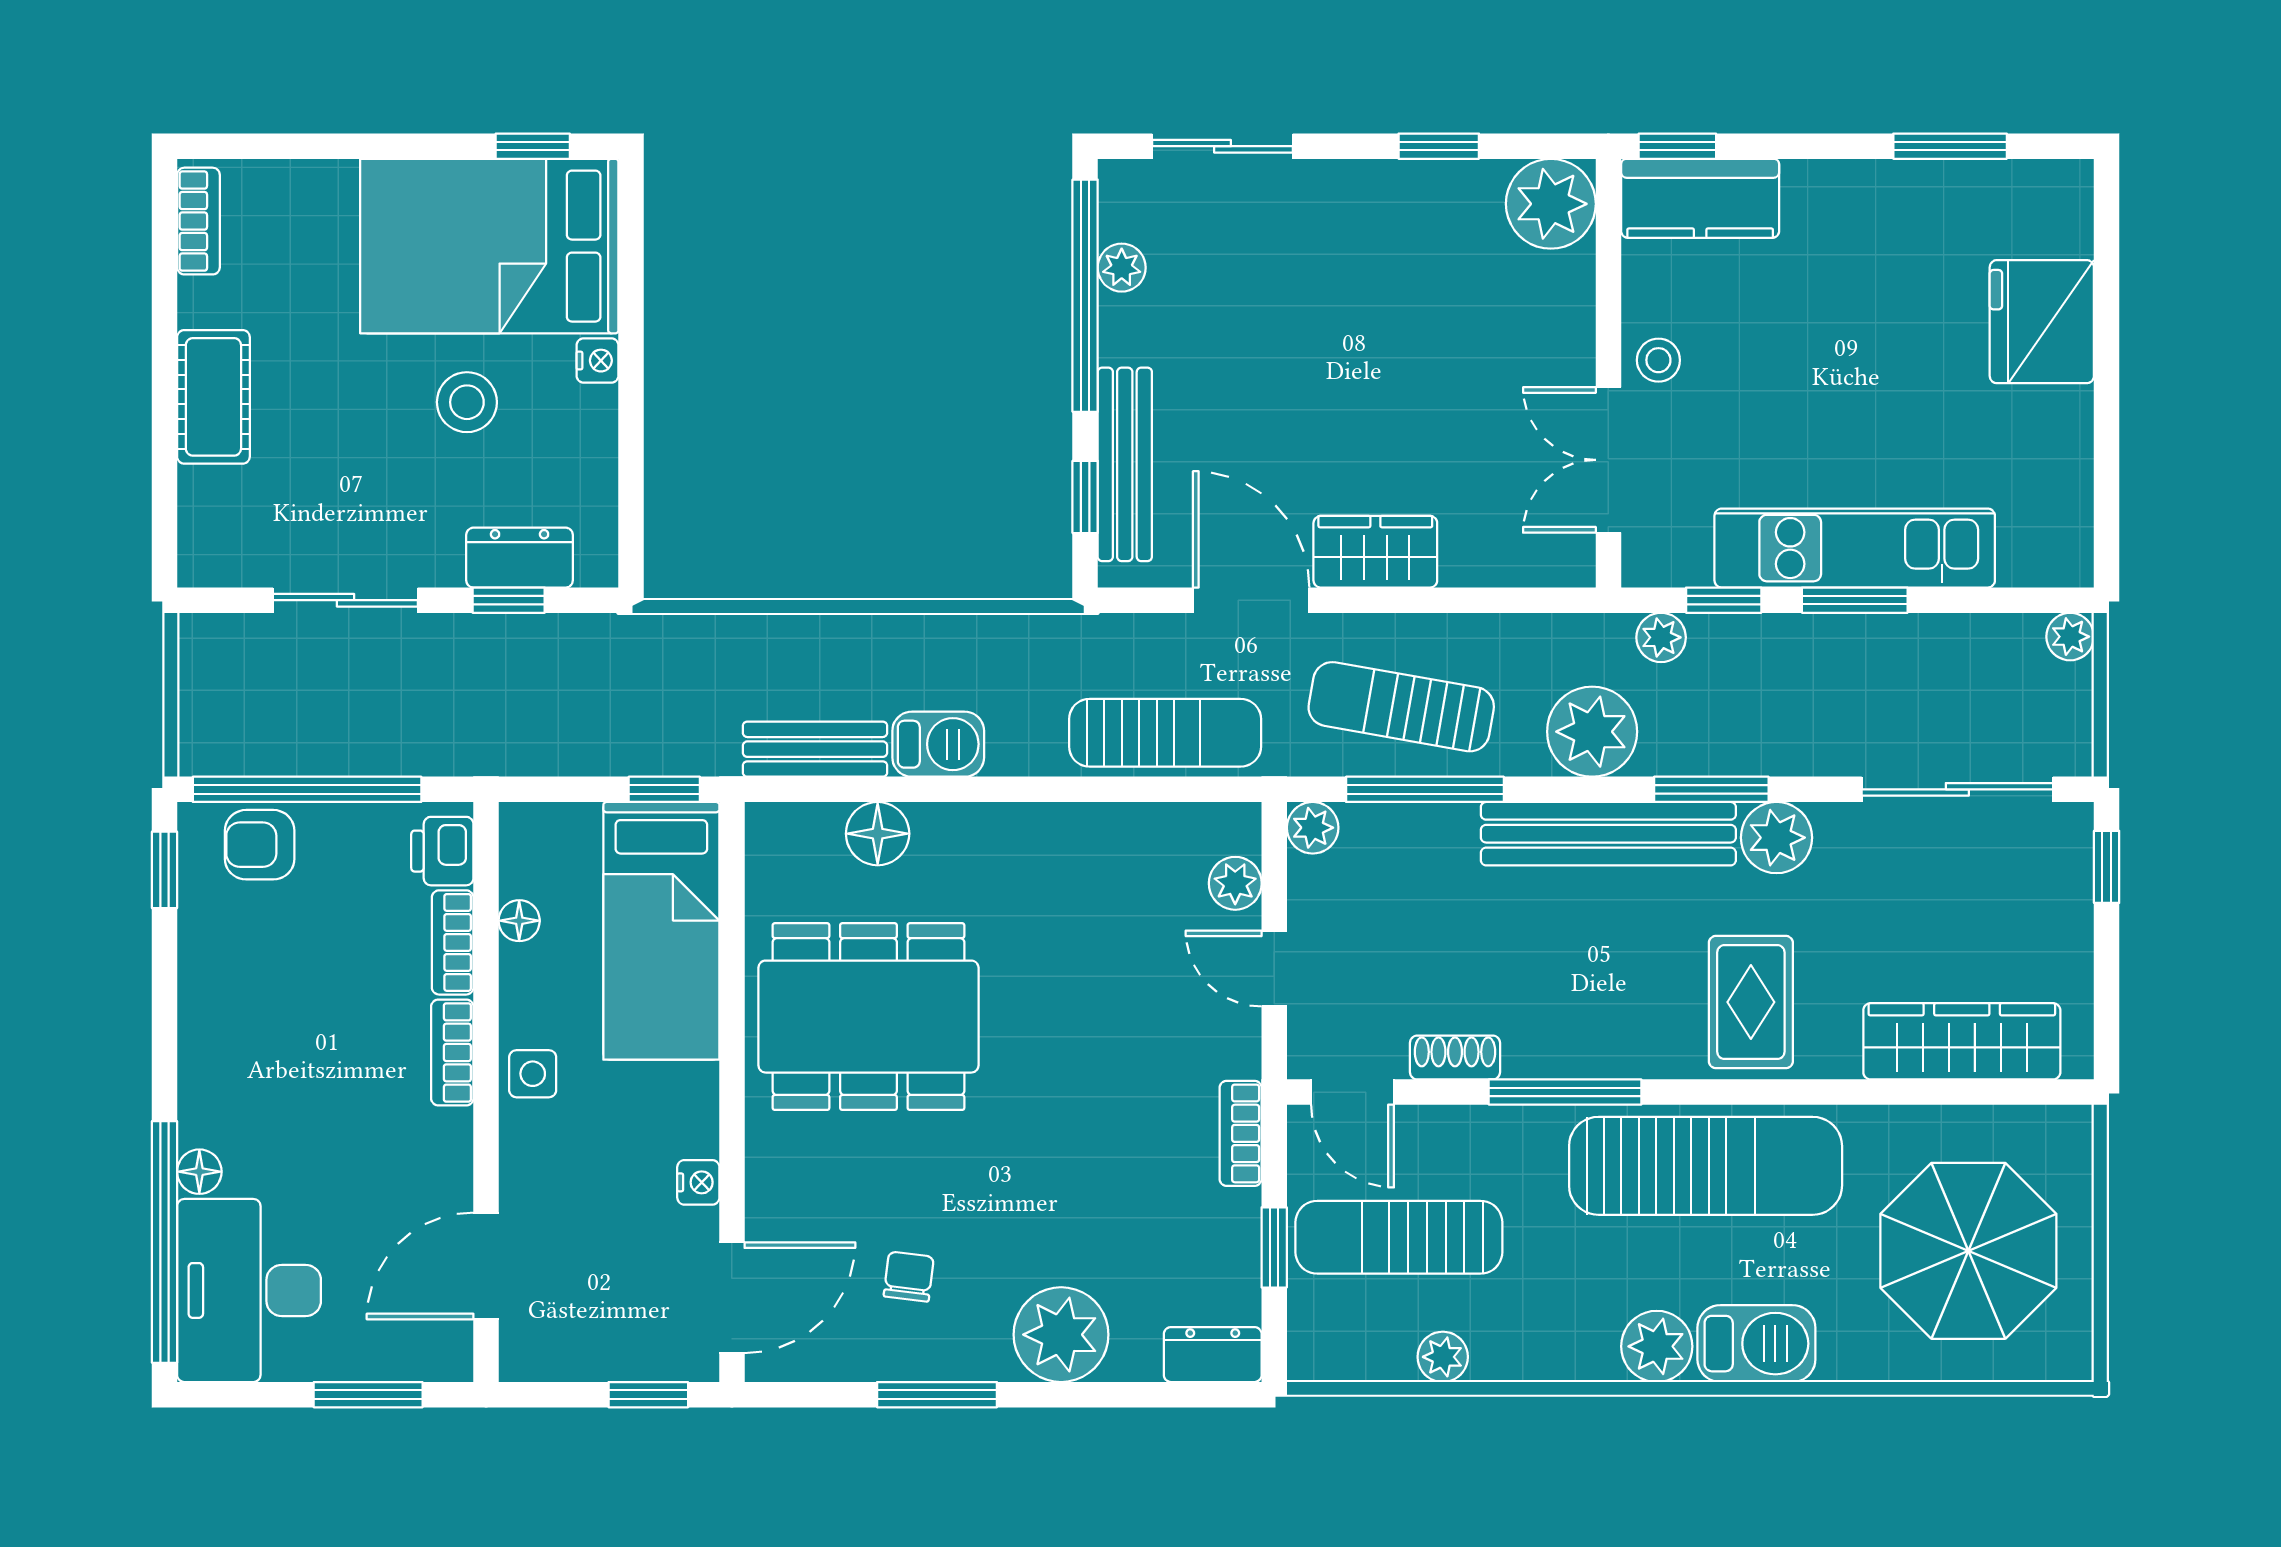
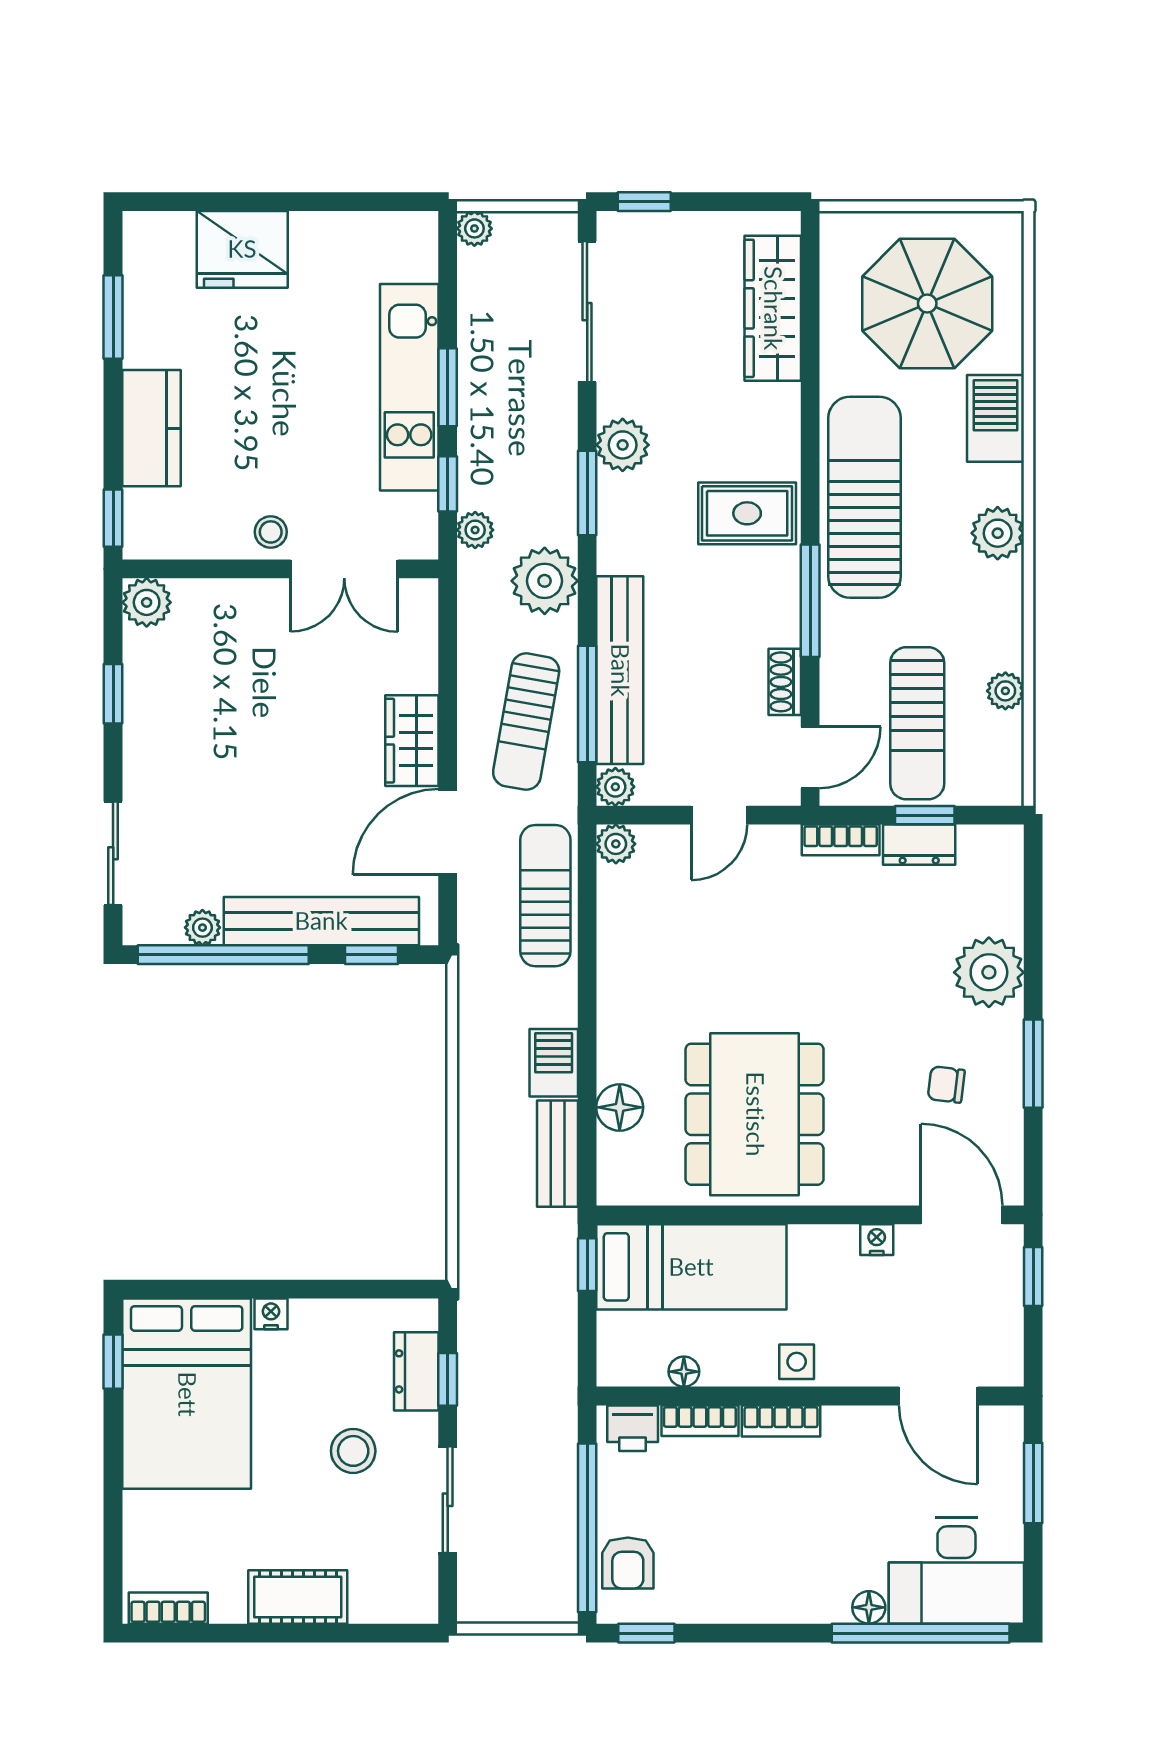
kitchen counter: (1700, 198) -> (151, 428), moved
plant: (1551, 204) -> (147, 602), width x0.73, depth x0.73
stool: (467, 402) -> (353, 1451), moved
bench: (1125, 464) -> (321, 921), width x1.37, depth x1.21
bench: (1608, 834) -> (620, 670), moved
plant: (1235, 883) -> (616, 844), moved
rug: (1751, 1002) -> (747, 513), moved
barbecue: (1756, 1344) -> (996, 418), moved
dresser: (1213, 1355) -> (919, 845), moved, turned -90

